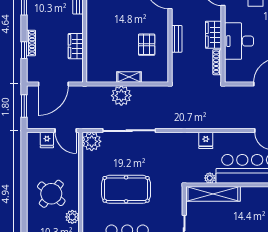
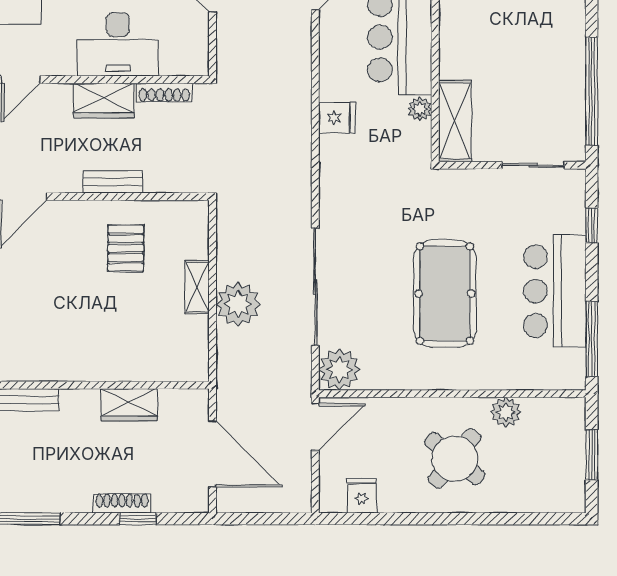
pallet: (147, 45) -> (126, 248), turned 90
window: (24, 106) -> (261, 519), removed
fridge: (47, 140) -> (362, 496), moved, turned -90
shelving: (213, 194) -> (455, 121), width x0.68

